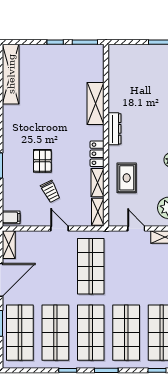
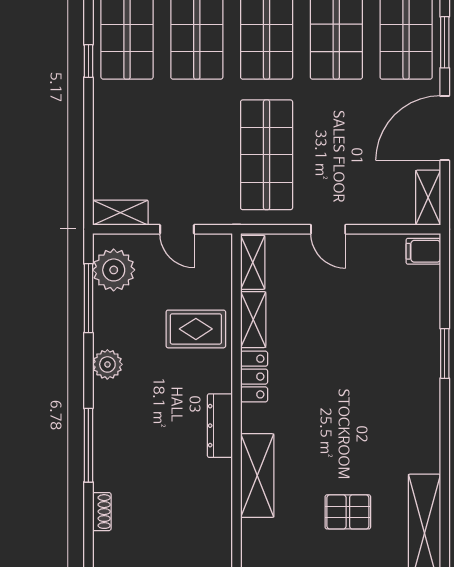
pallet: (42, 161) -> (348, 512), moved, turned 90
rug: (127, 178) -> (196, 329), turned 90
trolley: (50, 191) -> (346, 302), removed

